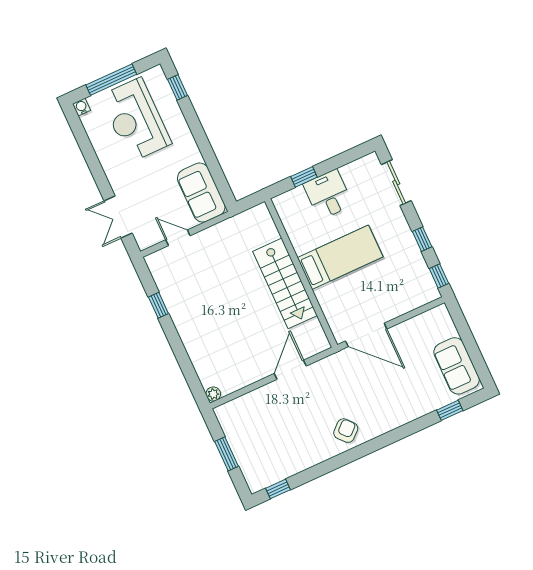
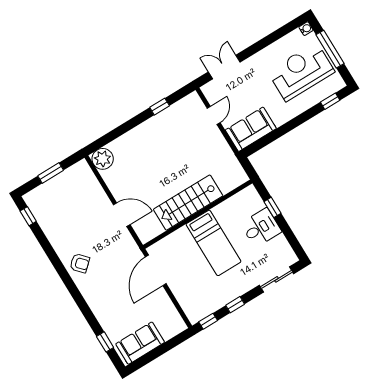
plant: (213, 394) -> (103, 159), width x1.88, depth x1.88

